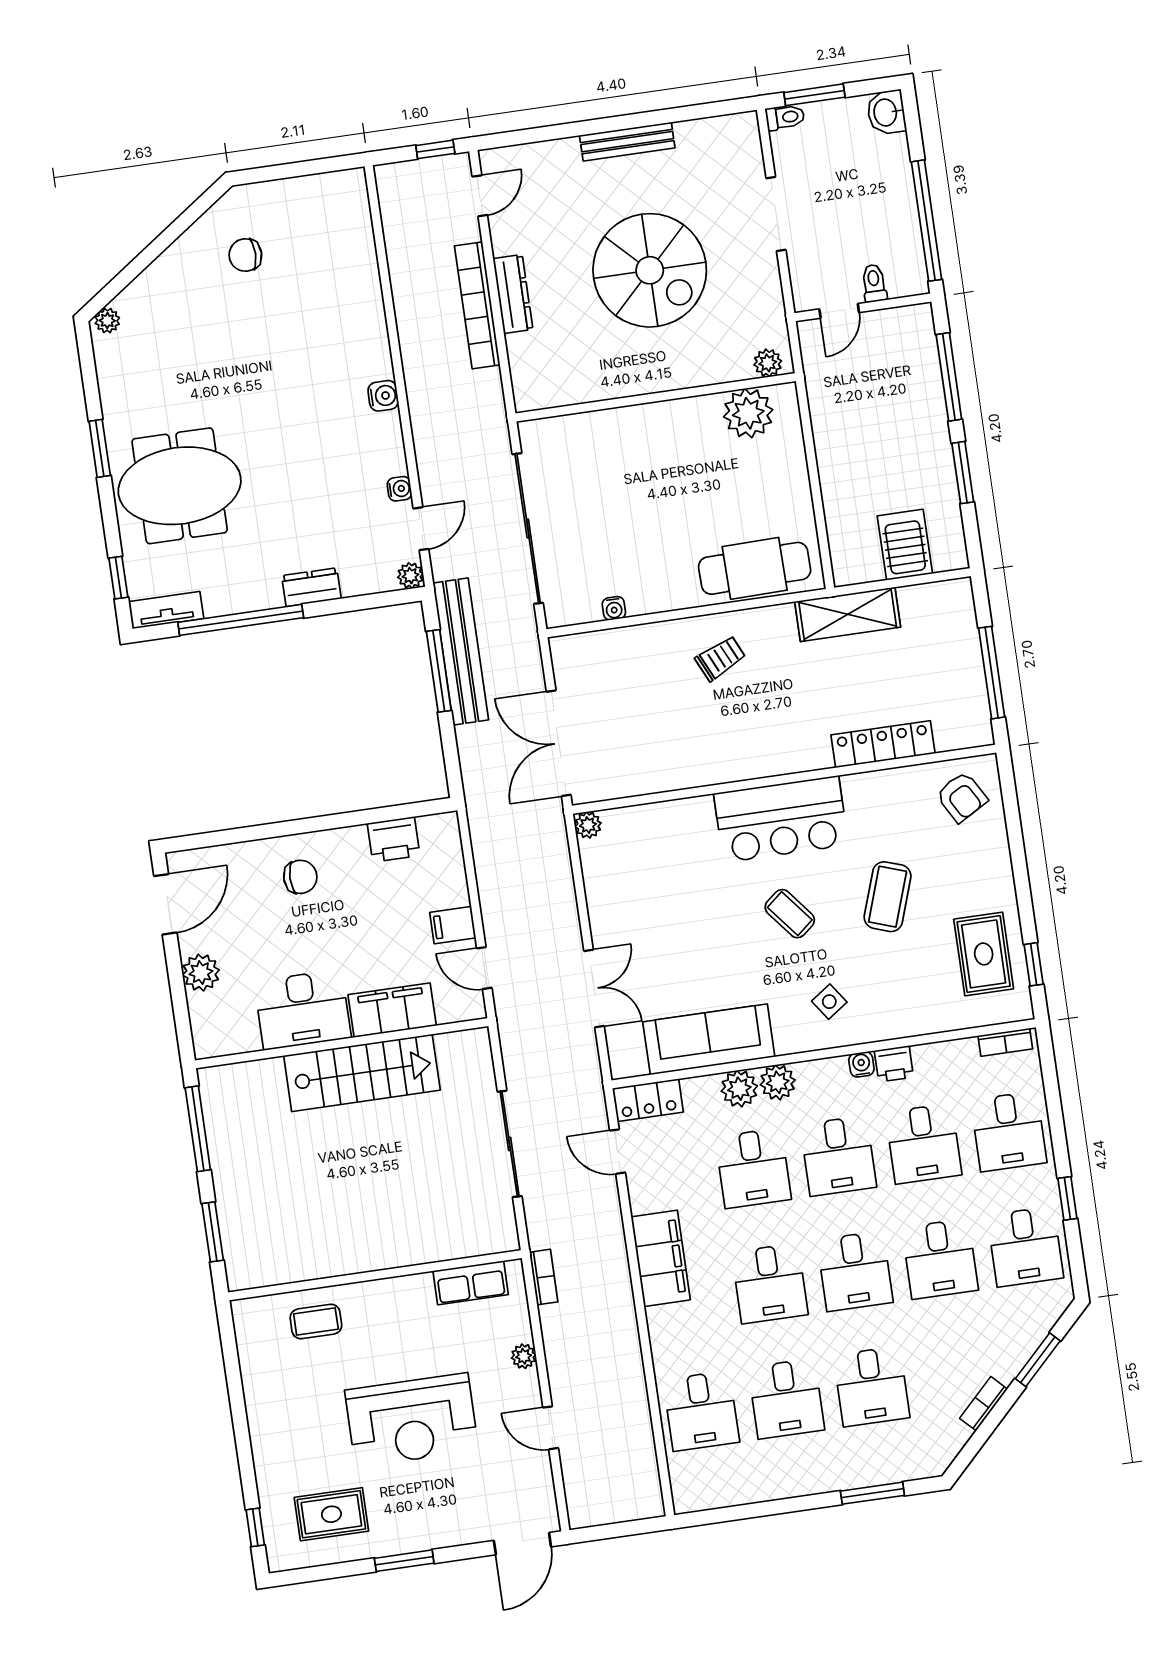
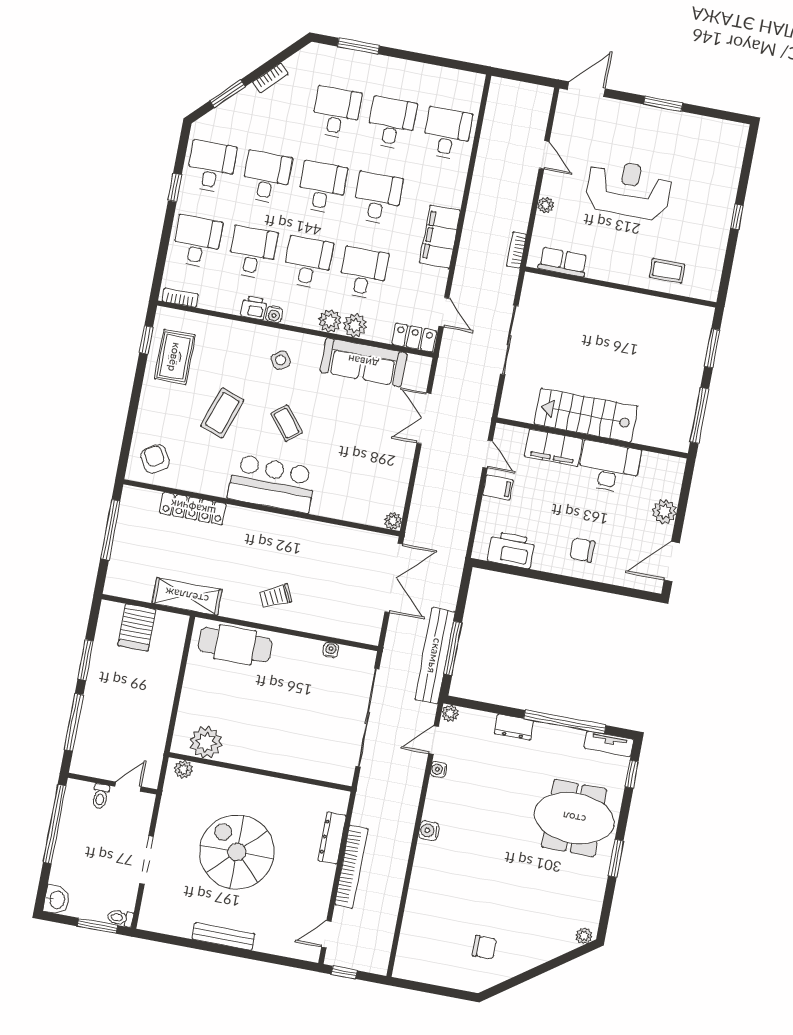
dresser: (513, 294) -> (332, 838), moved
printer: (394, 839) -> (511, 550), width x1.37, depth x1.19
rug: (331, 1514) -> (698, 148), removed
window: (255, 1527) -> (737, 217), moved

